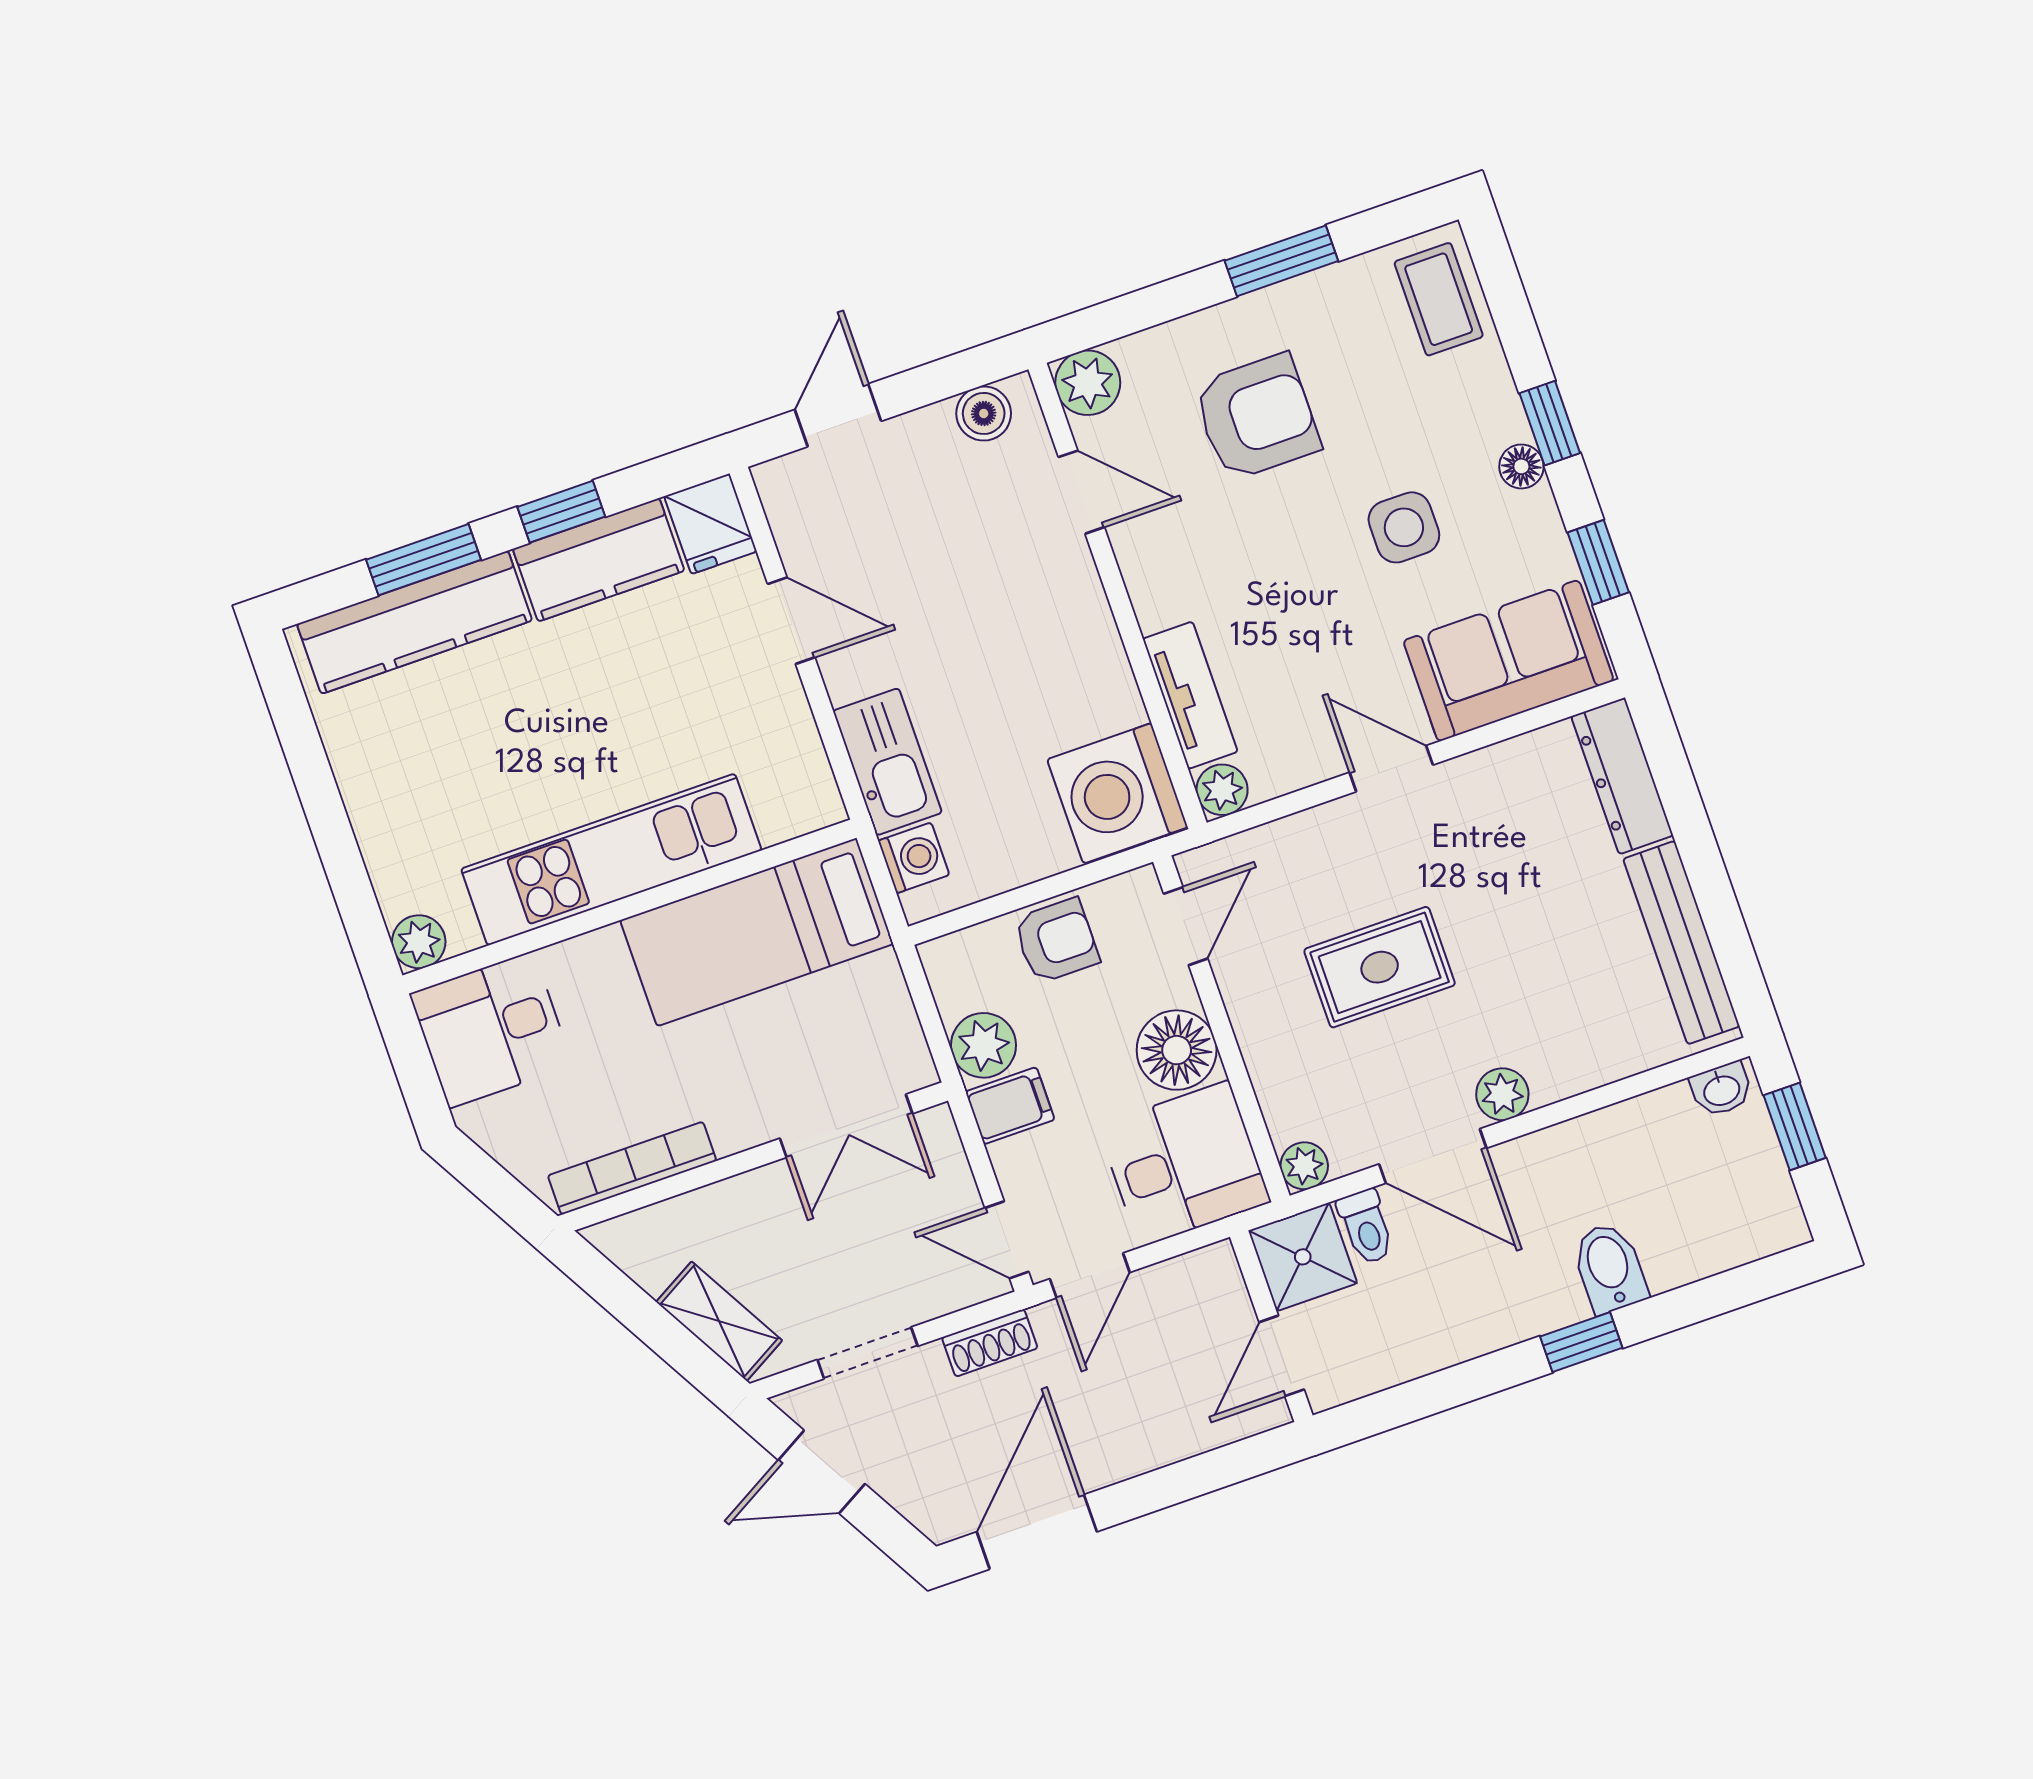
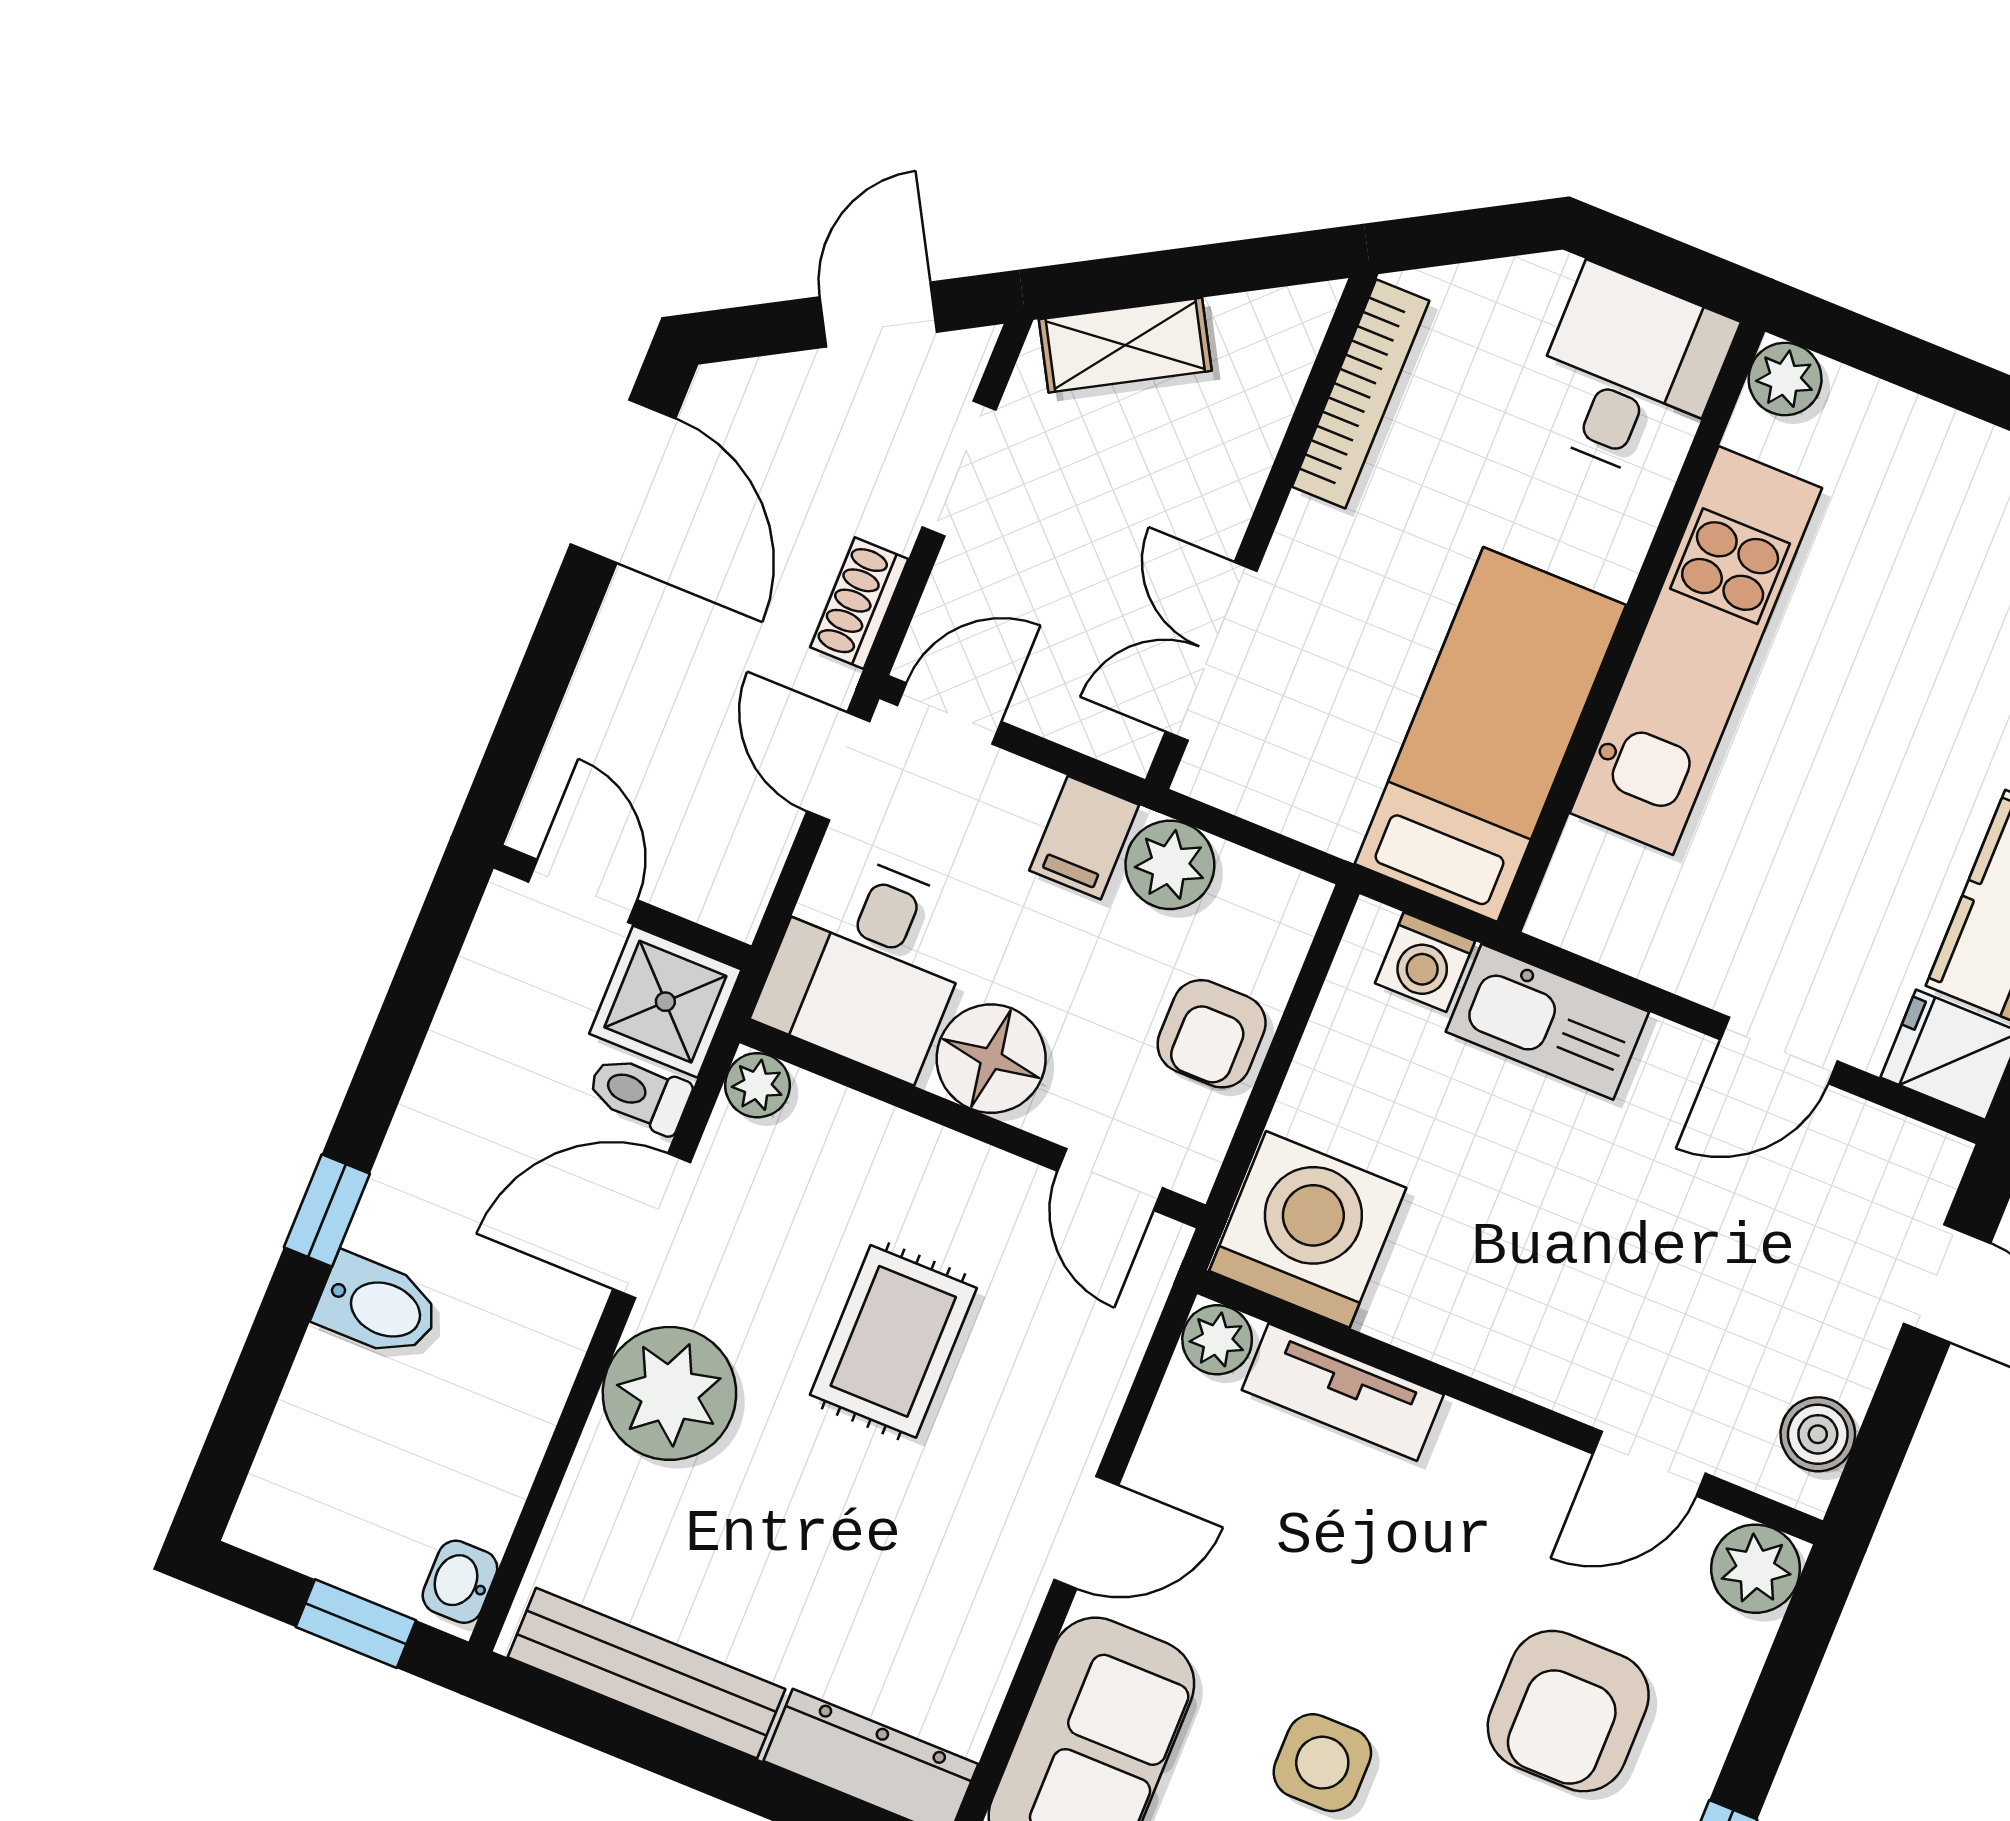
plant: (1502, 1094) -> (669, 1393), width x1.87, depth x1.87

